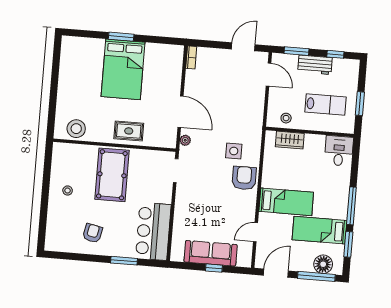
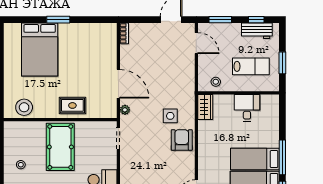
workbench: (315, 65) -> (257, 31), moved
bed: (123, 69) -> (40, 49), moved
wardrobe: (290, 140) -> (205, 107), moved, turned -90
desk: (339, 151) -> (247, 108), moved
bed: (286, 202) -> (255, 159), moved, turned 180

